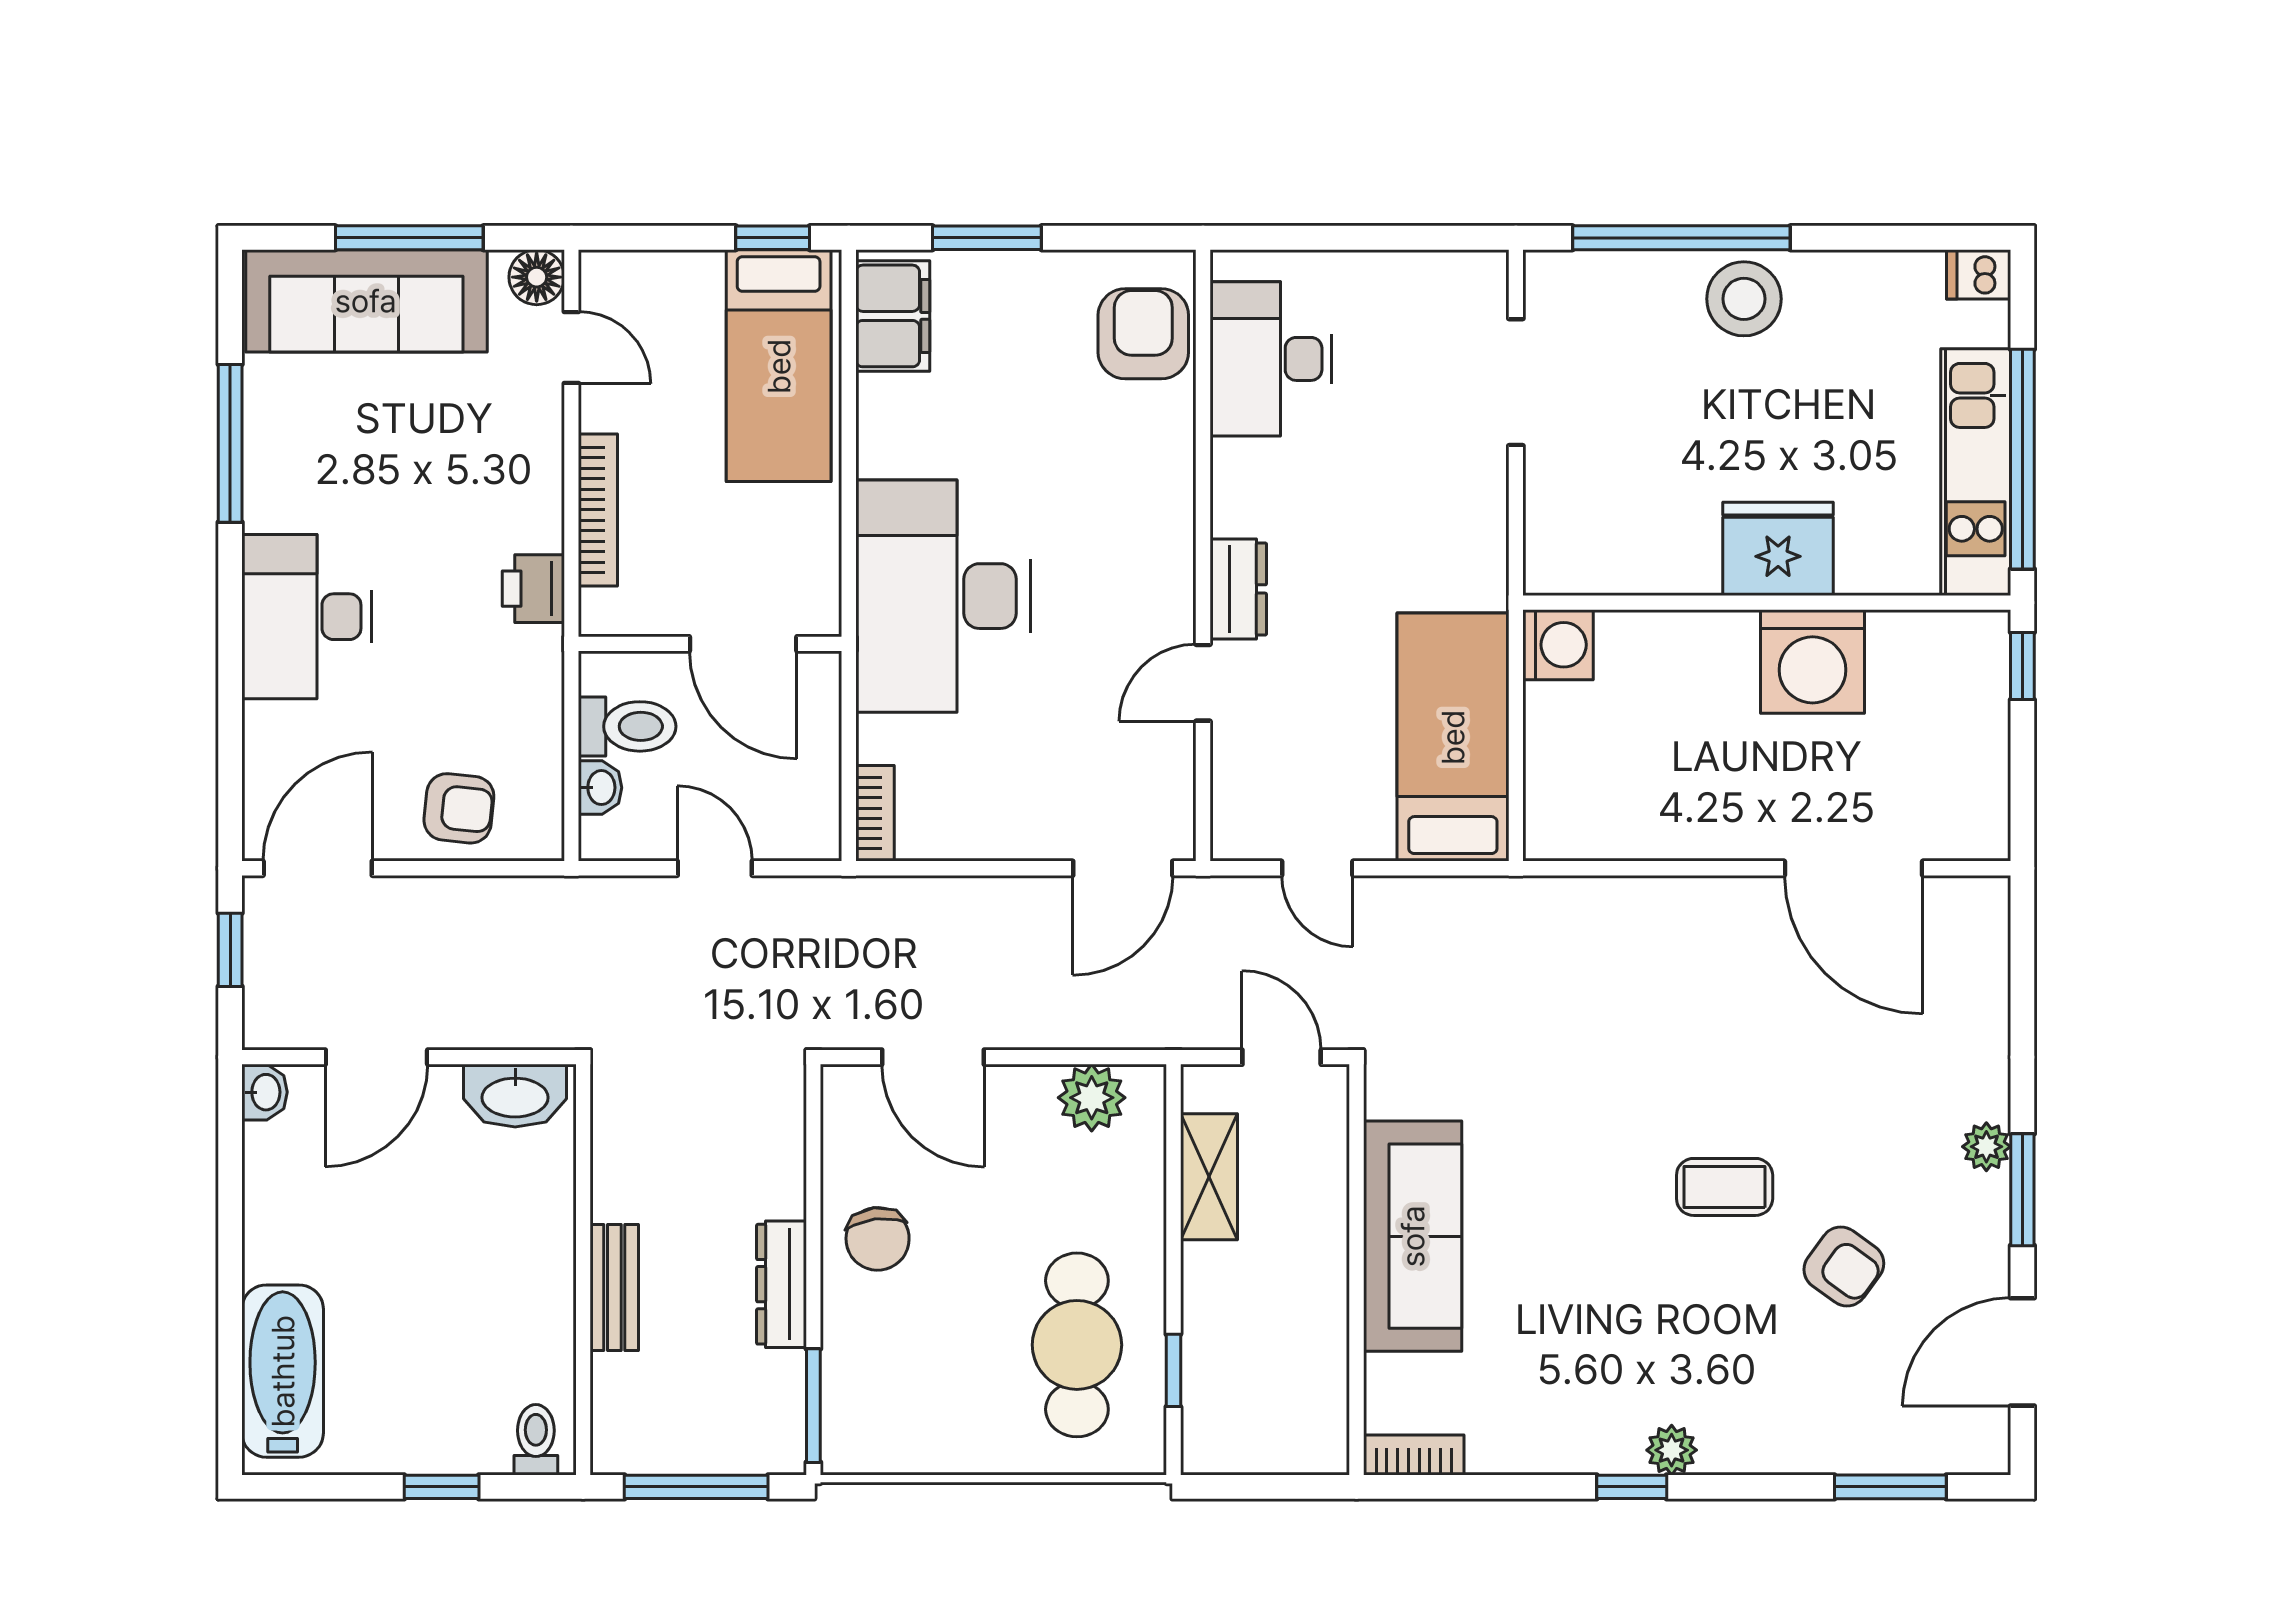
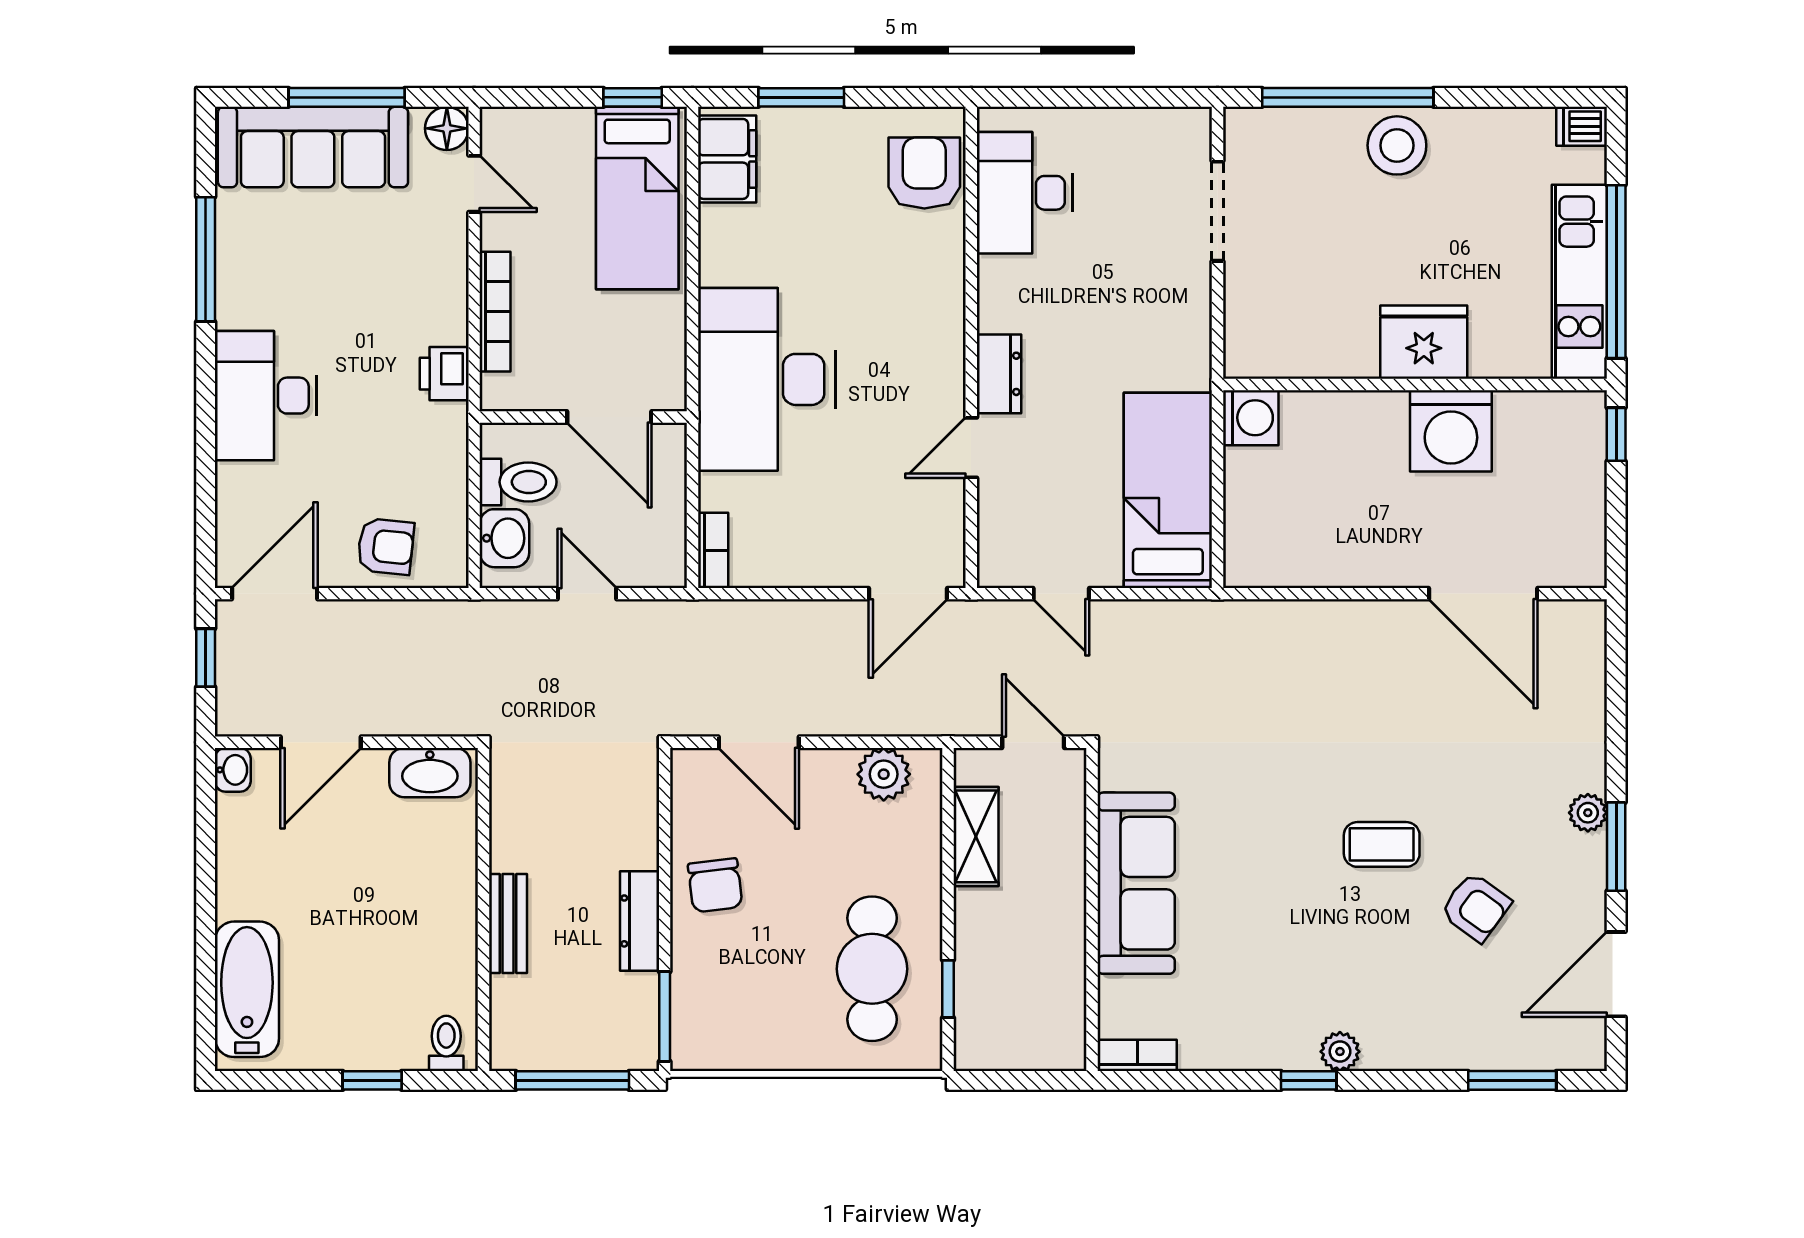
washbasin: (600, 788) -> (504, 538), width x1.38, depth x1.45

